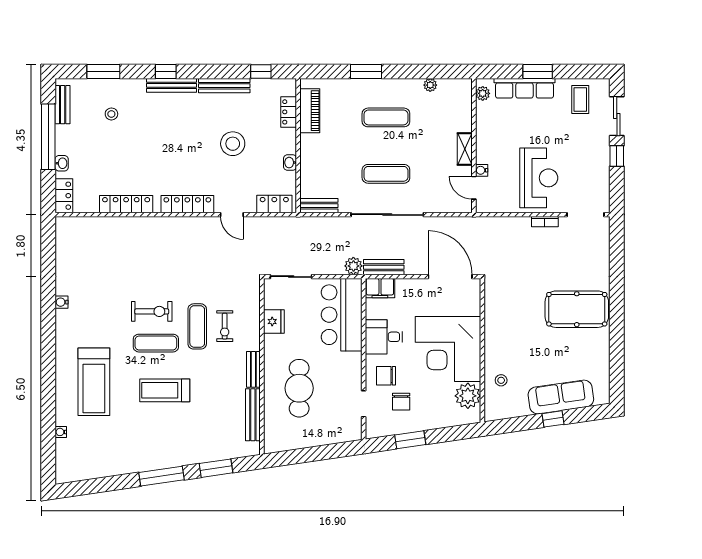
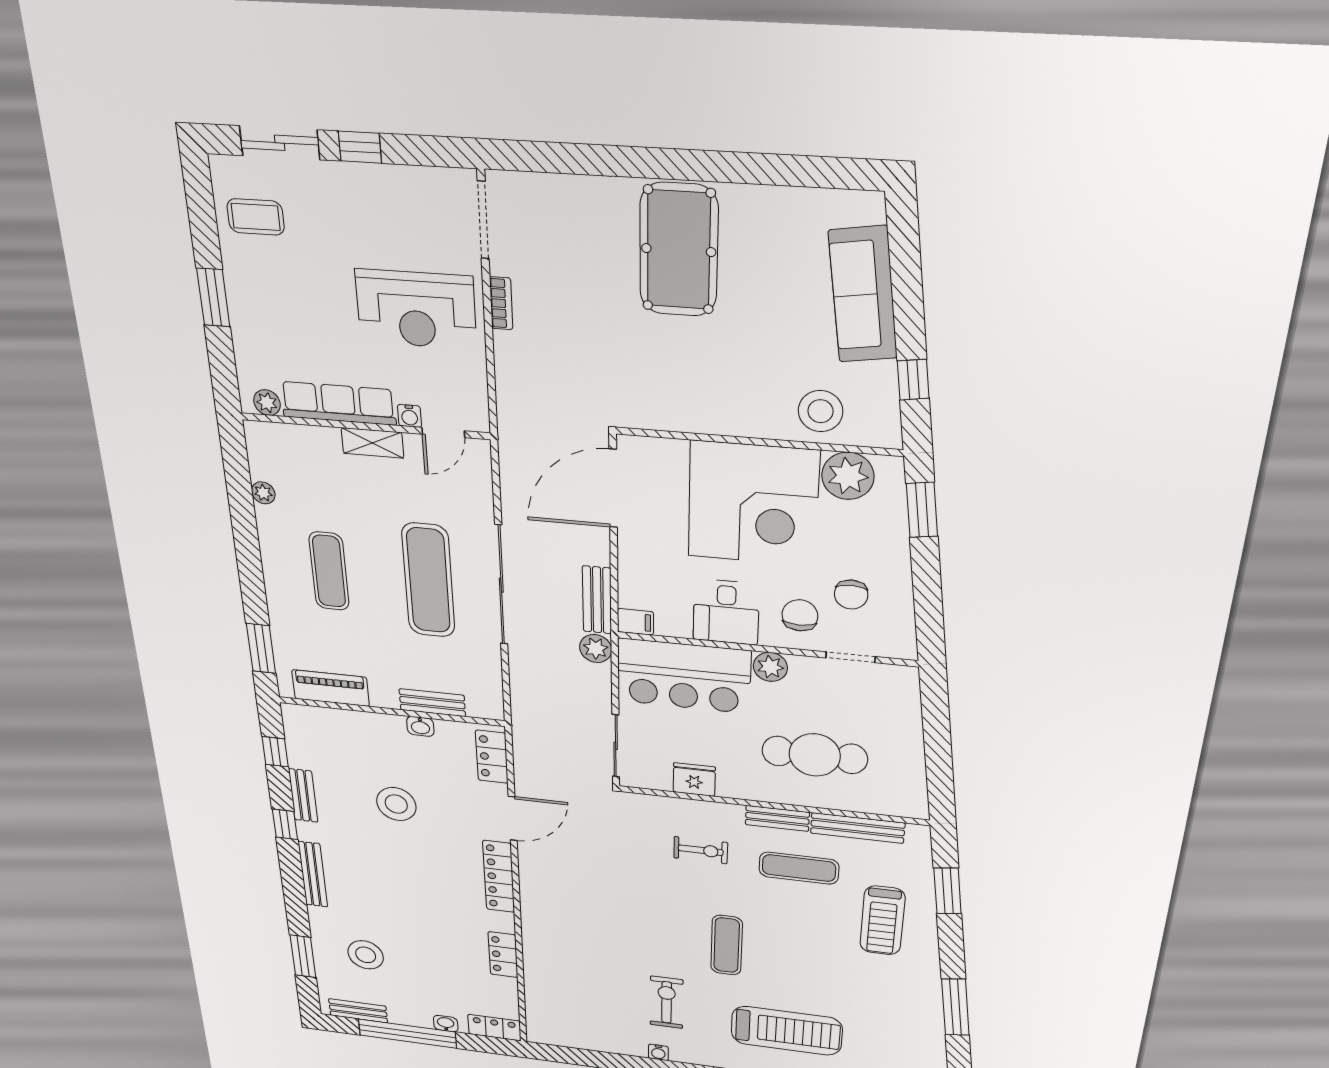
window: (166, 72) -> (285, 824), moved
window: (366, 72) -> (261, 648), moved
bench: (224, 86) -> (303, 796), width x0.73
row of seats: (524, 88) -> (338, 403), moved, turned -90
locker: (289, 112) -> (336, 719), removed
stool: (111, 114) -> (366, 955), width x1.89, depth x1.89
exercise mat: (386, 174) -> (428, 581), width x1.36, depth x1.45
reception desk: (539, 178) -> (416, 309), turned 180
locker: (126, 204) -> (503, 955), width x0.66
bench: (319, 206) -> (432, 703), moved, turned 90
door: (232, 215) -> (513, 818), width x1.38
filing cabinet: (380, 288) -> (635, 622), width x0.50
exercise bike: (152, 311) -> (667, 1002), moved
exercise mat: (197, 326) -> (799, 868), moved
plant: (353, 362) -> (770, 667), added
chair: (386, 376) -> (800, 615), turned 180
stool: (501, 380) -> (821, 411), width x1.89, depth x1.89
treadmill: (165, 390) -> (882, 921), moved
chair: (401, 402) -> (851, 595), turned 90
window: (553, 419) -> (913, 380), moved
window: (410, 440) -> (922, 510), moved
window: (161, 476) -> (955, 1007), moved

